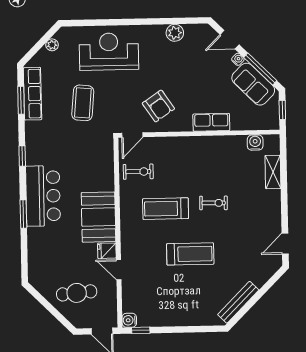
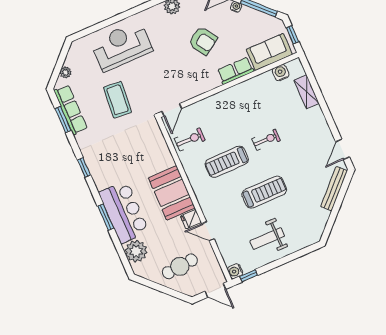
plant: (52, 45) -> (66, 72), moved
sofa: (253, 84) -> (269, 52), moved, turned 135
armchair: (158, 106) -> (203, 41), moved
bar counter: (43, 196) -> (124, 212), moved
plant: (40, 260) -> (136, 251), added
weight bench: (174, 301) -> (267, 238), added
bench: (238, 302) -> (334, 189), moved

